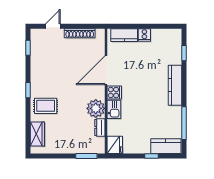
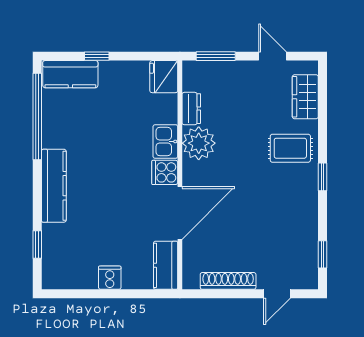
kitchen counter: (124, 35) -> (166, 265), moved, turned -90
window: (184, 123) -> (37, 117), width x1.46
door: (55, 156) -> (272, 56), added

